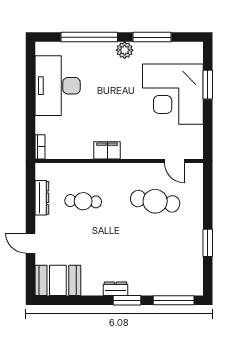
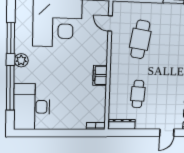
desk: (58, 86) -> (32, 107), moved, turned 90
door: (174, 161) -> (110, 23), swing flipped
dresser: (42, 198) -> (122, 124), moved

